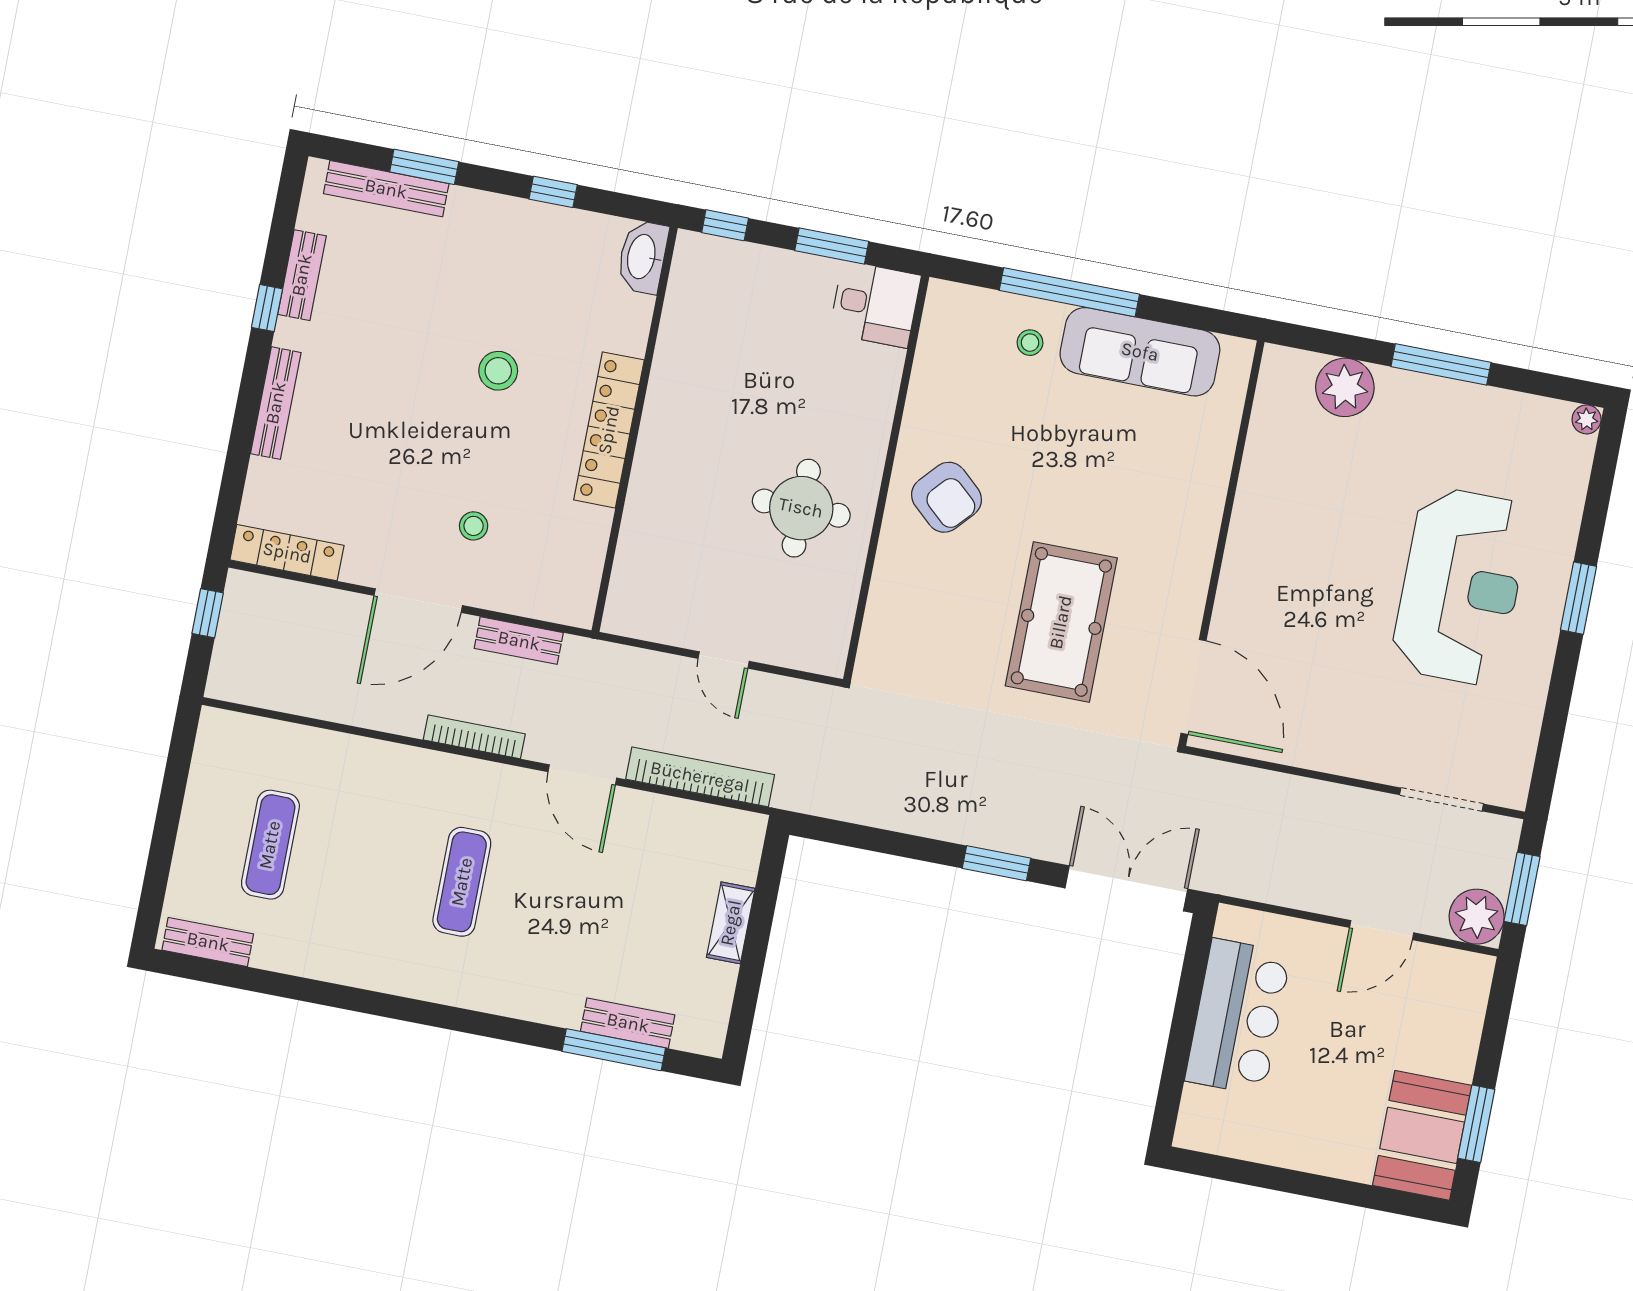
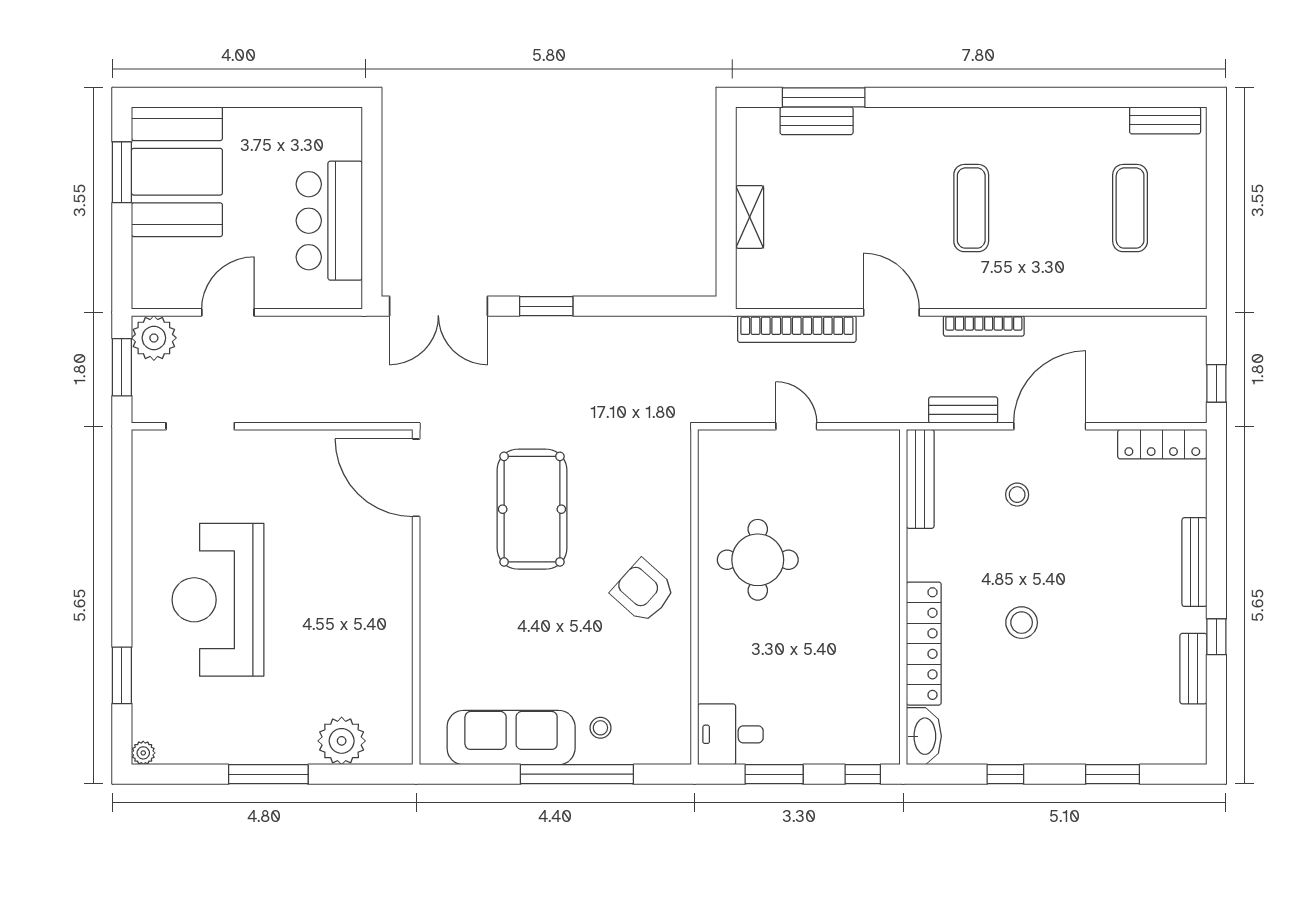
bench: (386, 189) -> (920, 479), moved, turned 90
locker: (609, 430) -> (924, 644), moved
window: (1578, 598) -> (122, 675), moved
booth: (1422, 1135) -> (177, 172), width x1.36, depth x1.42

